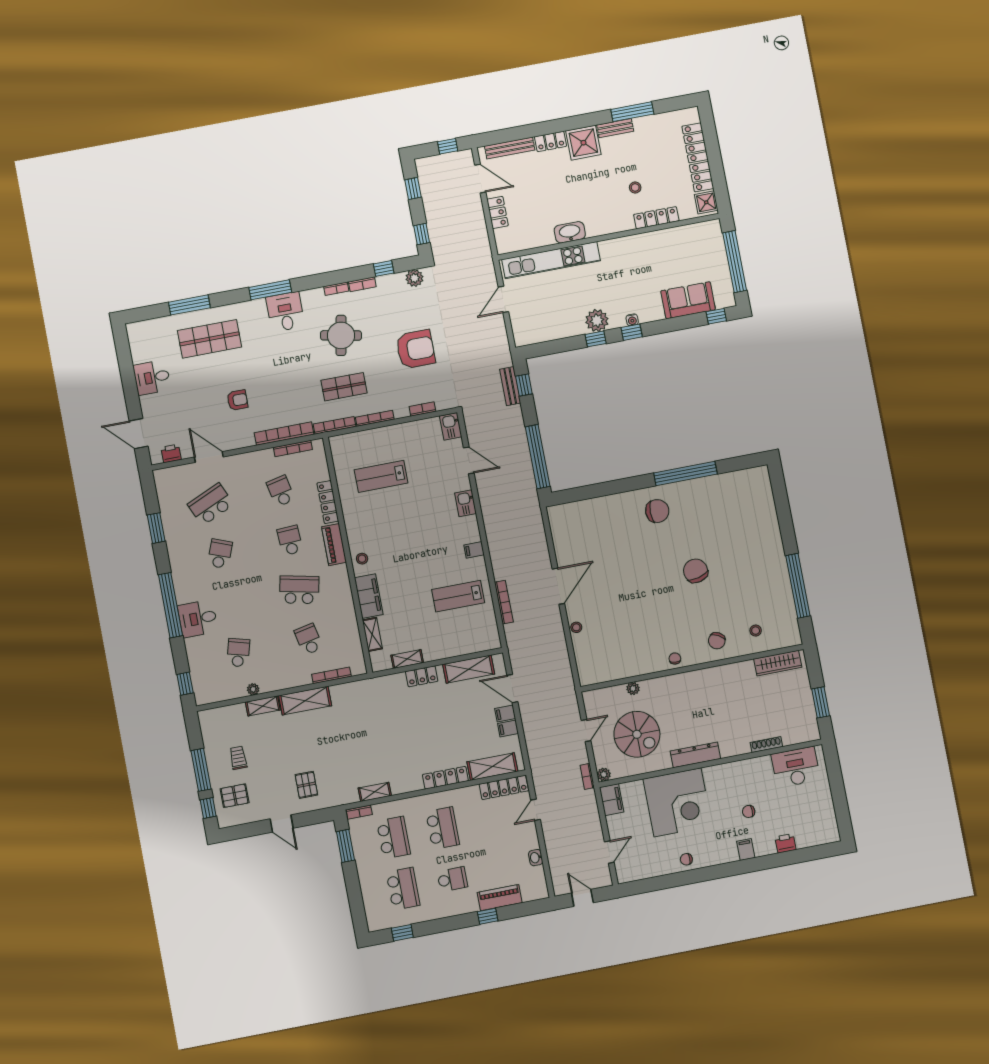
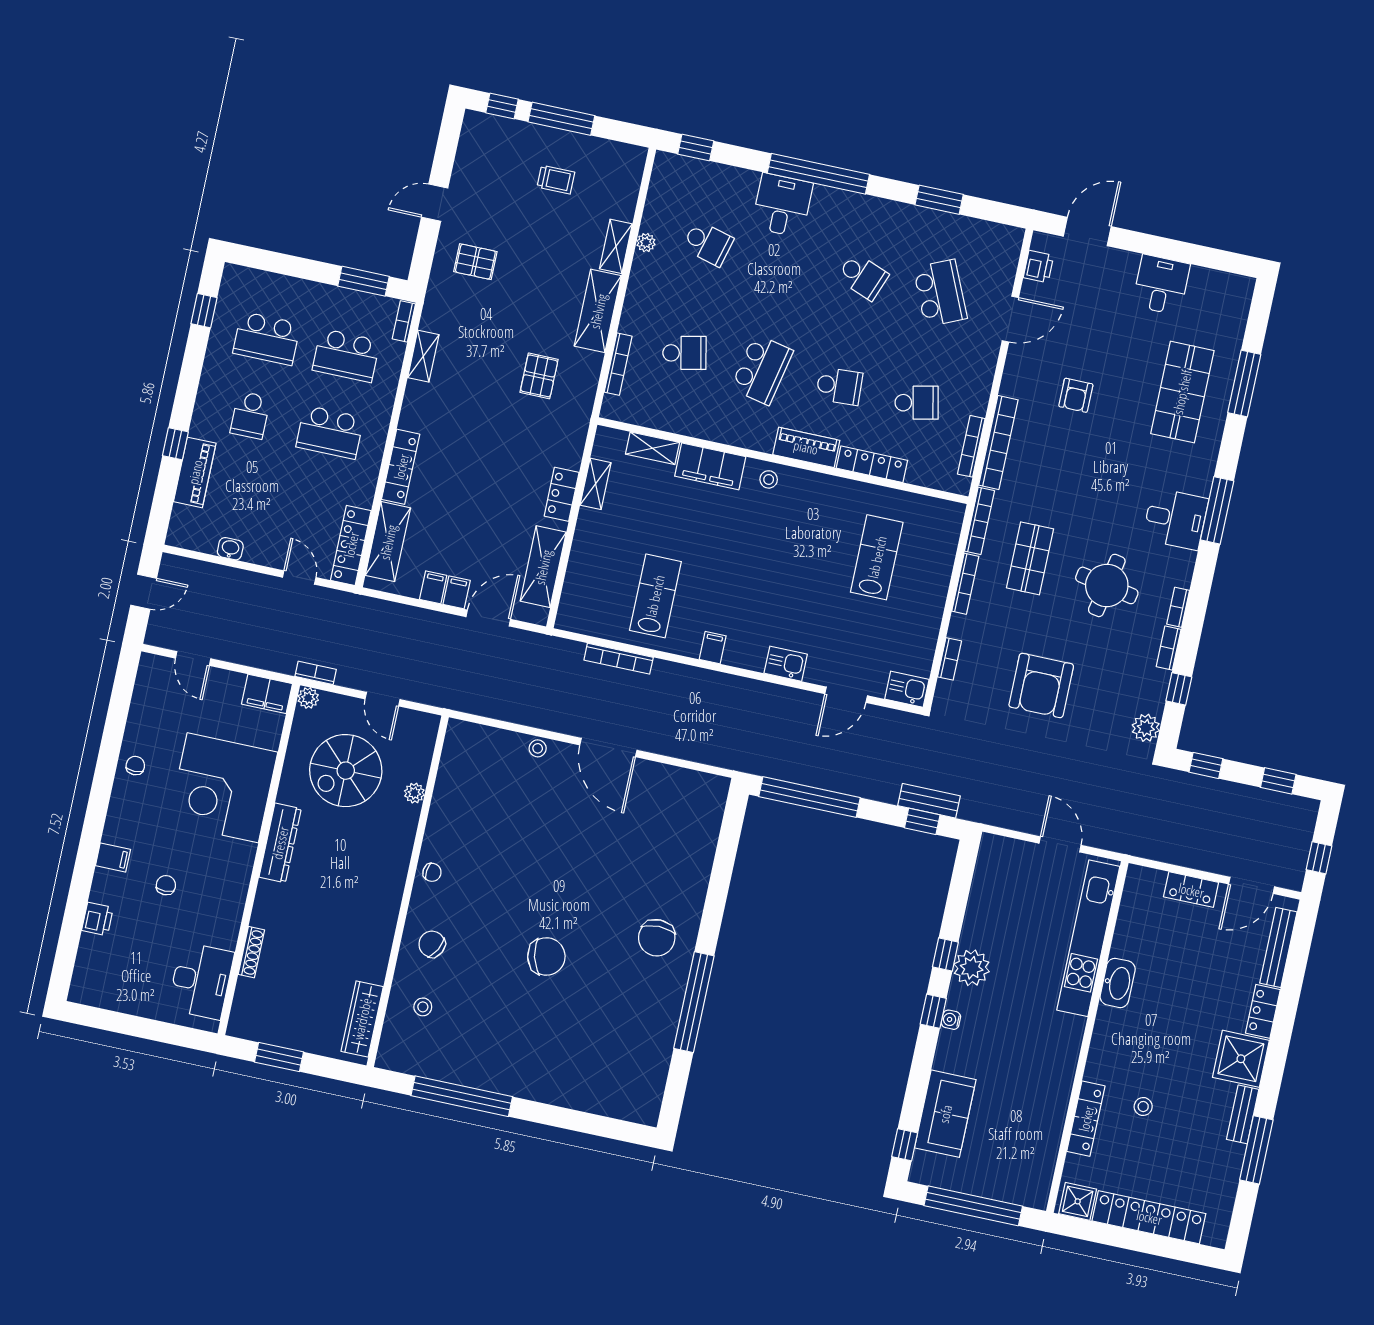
pallet: (235, 796) -> (539, 376), moved

